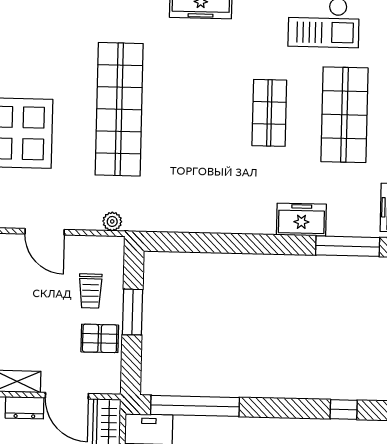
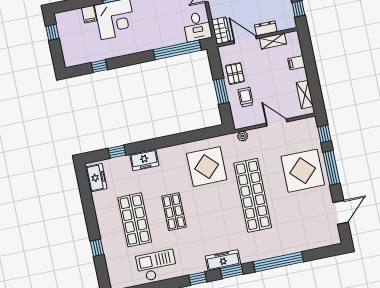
display table: (191, 181) -> (207, 167), added
window: (348, 246) -> (117, 152), width x0.46
pallet: (100, 338) -> (235, 74), turned 90

